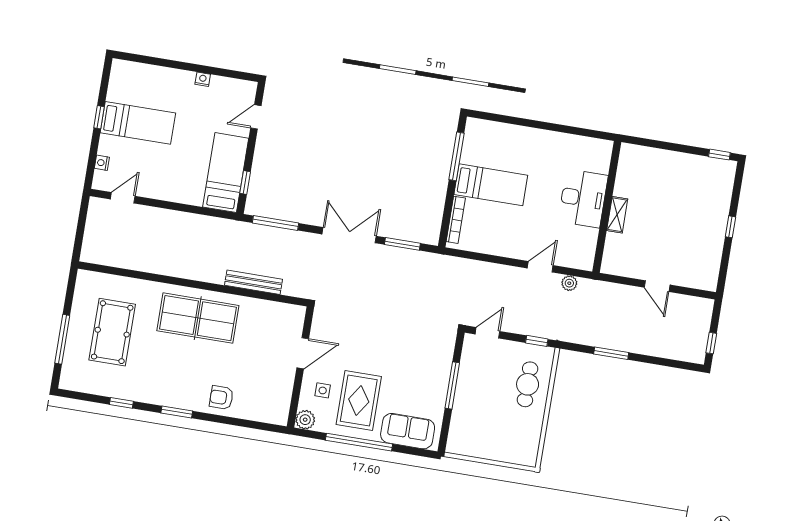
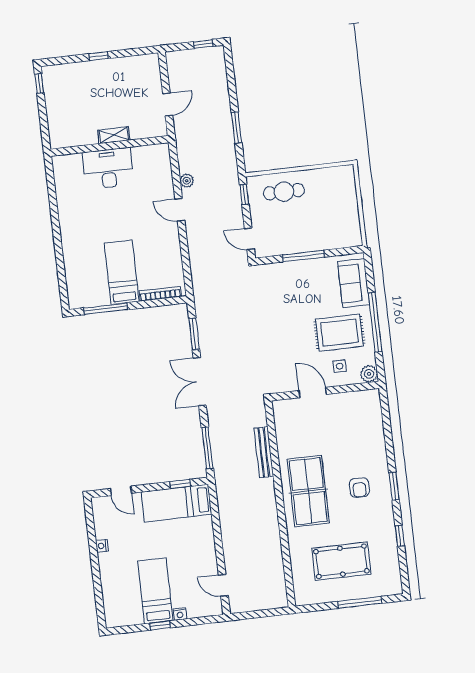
nightstand: (102, 163) -> (180, 614), moved
desk: (583, 198) -> (108, 168), moved
wall: (607, 207) -> (110, 146), moved
shelving: (617, 215) -> (114, 135), moved
armchair: (221, 398) -> (359, 488), moved

